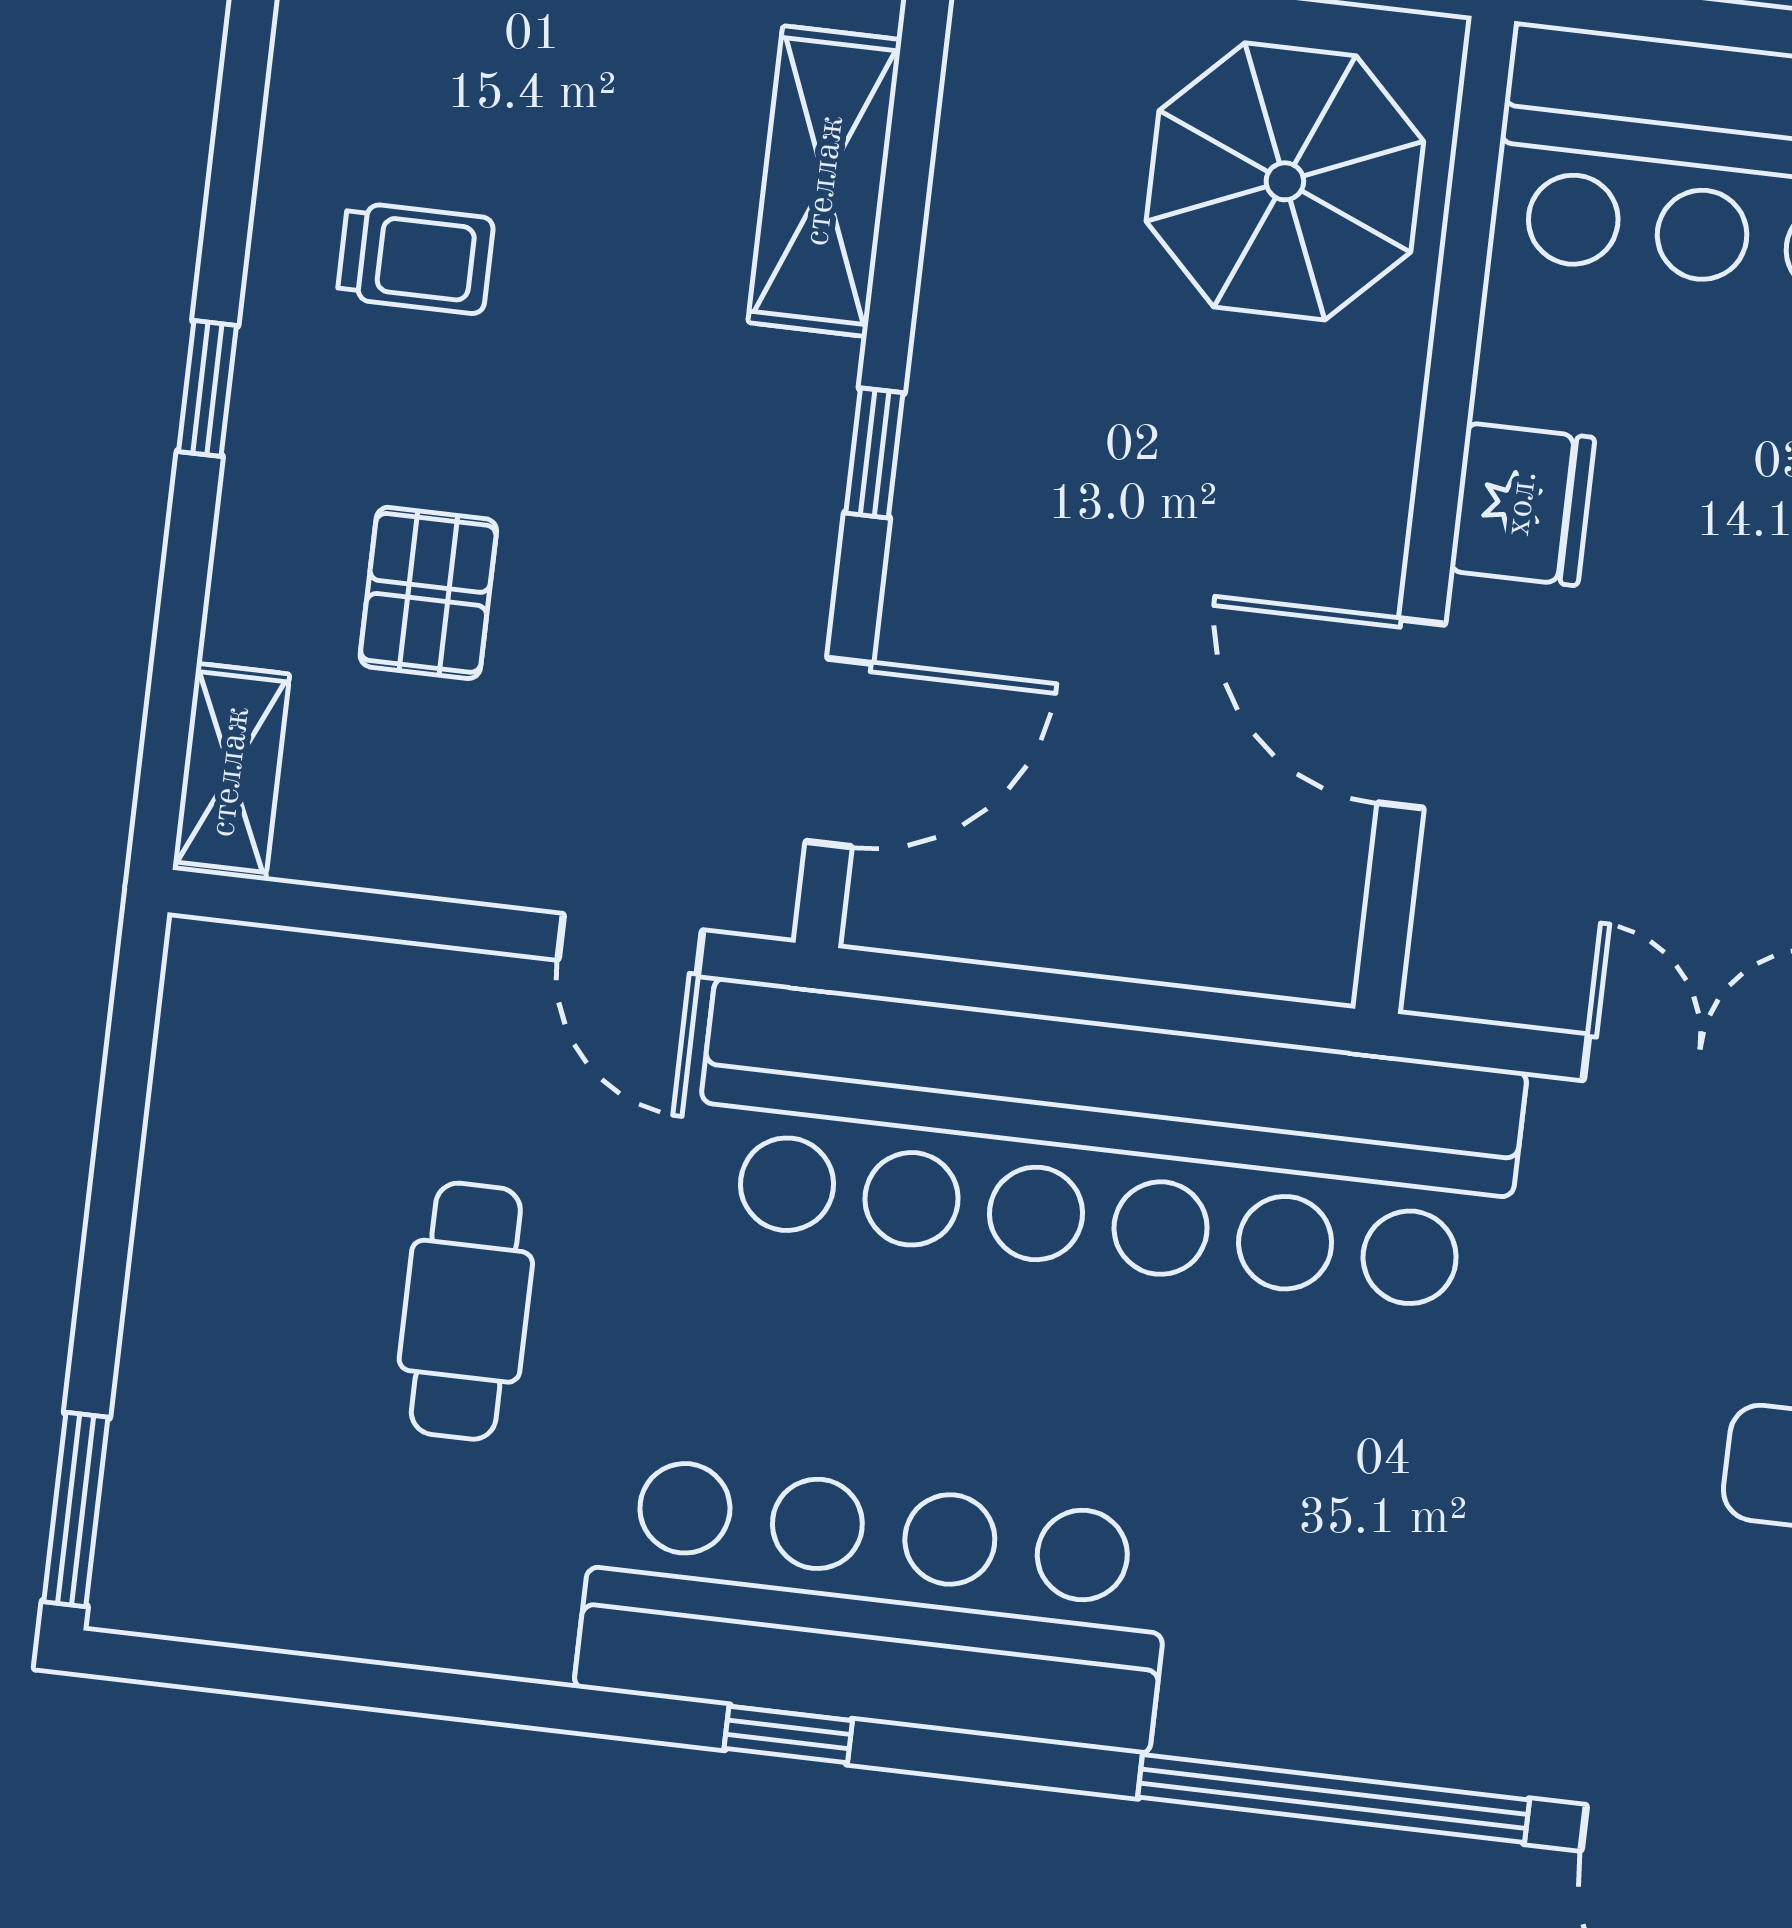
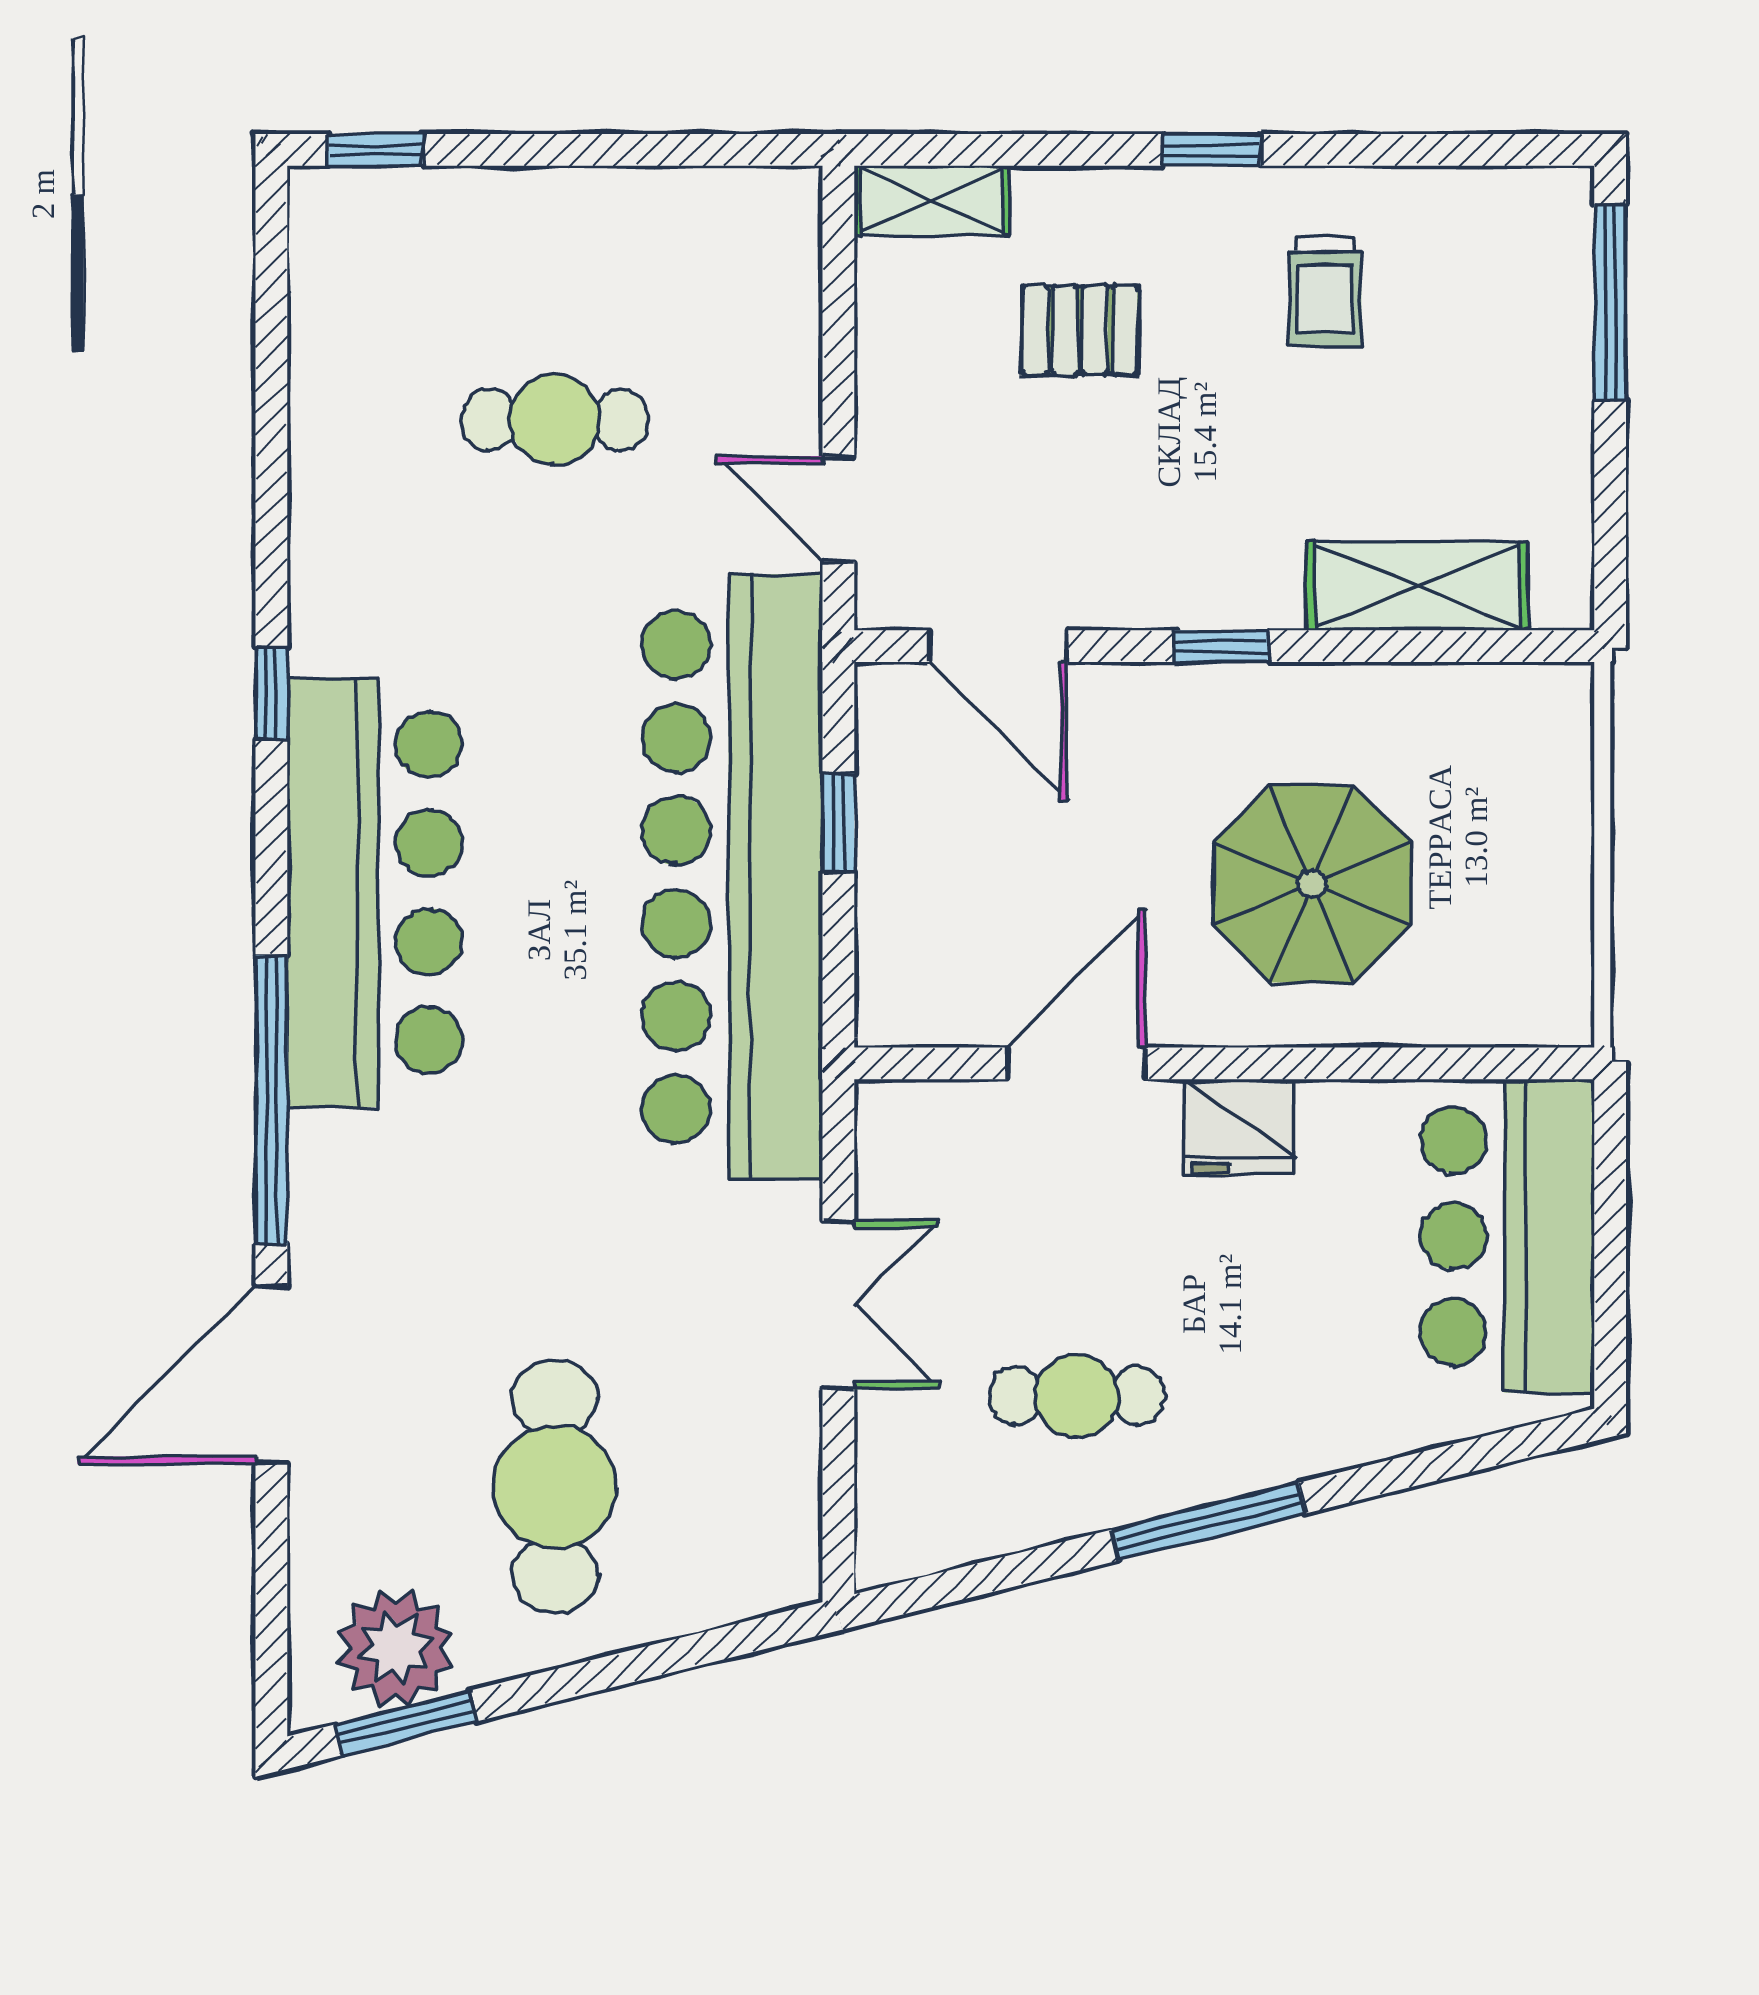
parasol: (1285, 181) -> (1312, 884), moved
door: (630, 945) -> (838, 509), hinge flipped
window: (1052, 995) -> (838, 823), added
window: (76, 1510) -> (375, 150), width x0.67
bar counter: (875, 1604) -> (375, 892), moved

